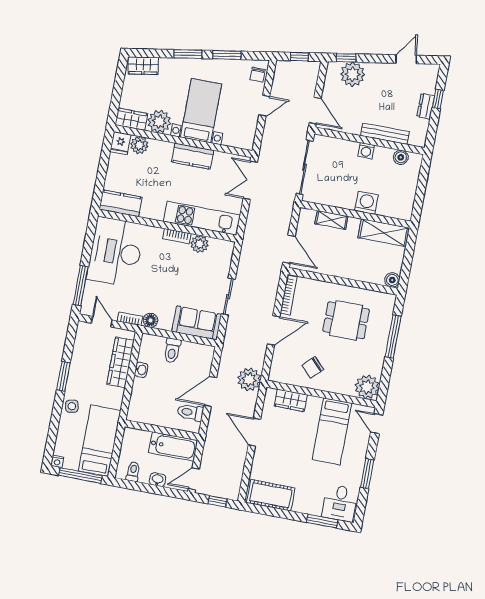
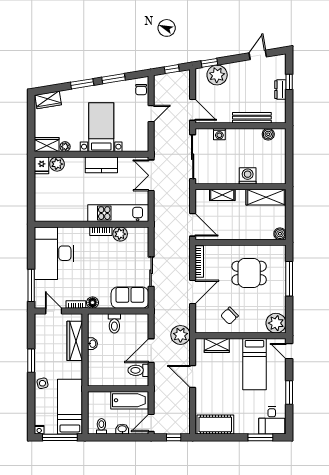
plant: (159, 122) -> (65, 147), width x0.53, depth x0.53
washing machine: (366, 151) -> (219, 134), moved
kitchen counter: (121, 203) -> (51, 213), removed

